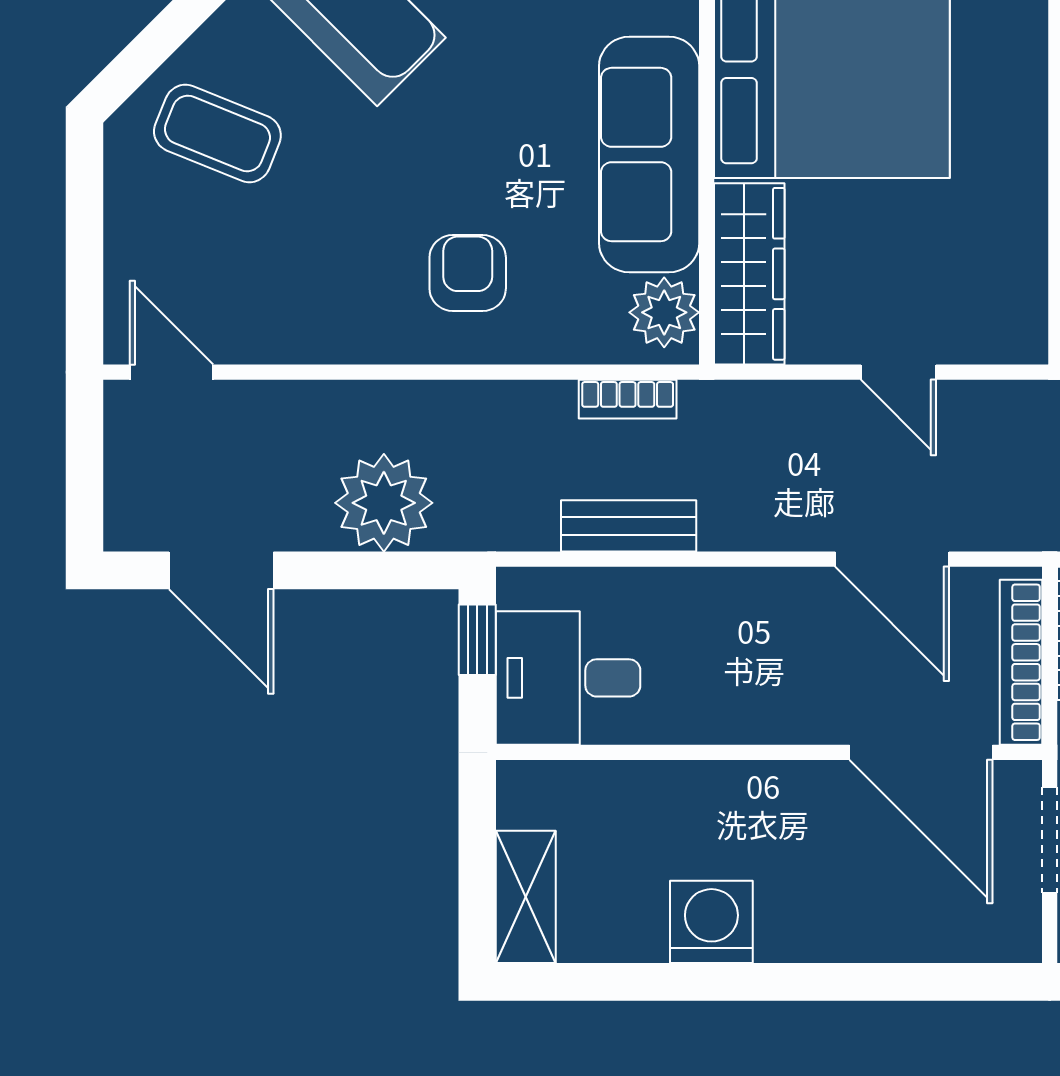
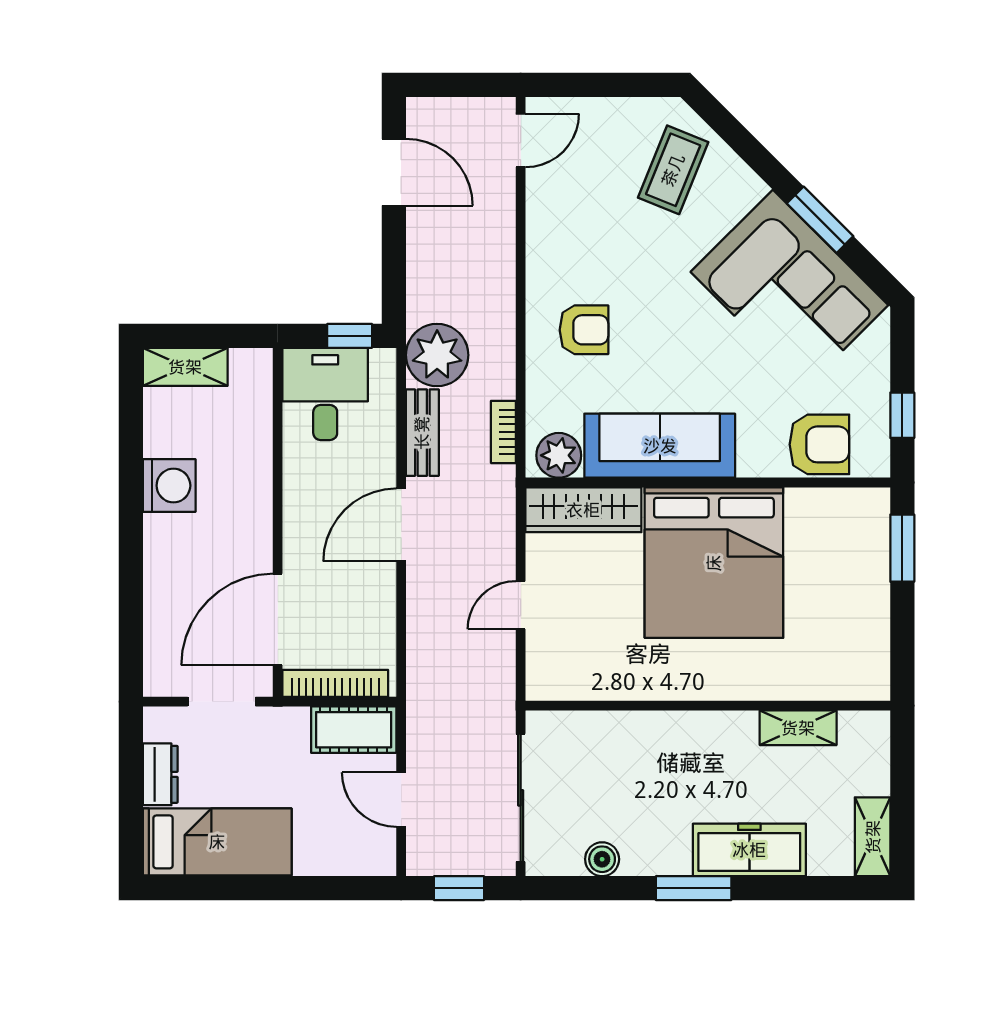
plant: (384, 503) -> (437, 355), moved
door: (892, 559) -> (401, 525), moved
door: (221, 570) -> (394, 172), swing flipped

